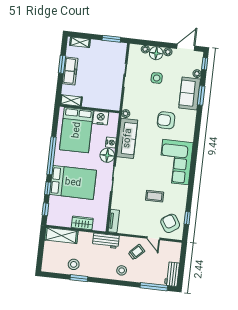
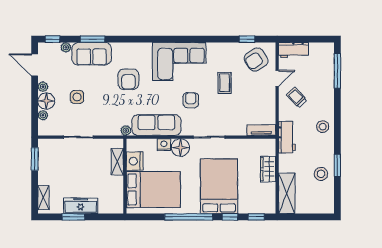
shelving: (71, 101) -> (117, 162), moved
armchair: (144, 168) -> (191, 100), added
stool: (122, 270) -> (323, 127), moved
workbench: (172, 274) -> (294, 50), moved

